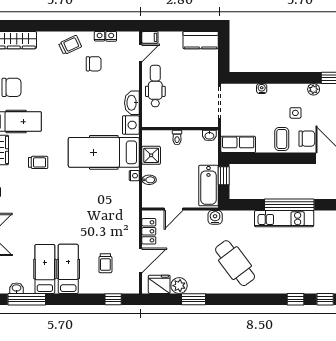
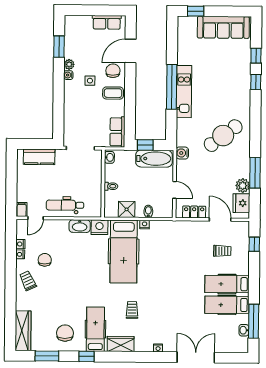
kitchen counter: (201, 40) -> (39, 157), moved, turned 90
door: (141, 53) -> (35, 218), swing flipped
water cooler: (262, 89) -> (68, 75), moved
window: (194, 299) -> (255, 173), width x1.44

